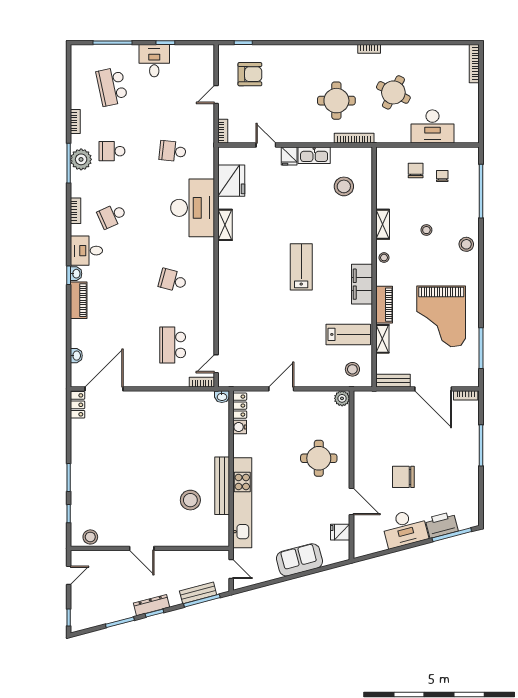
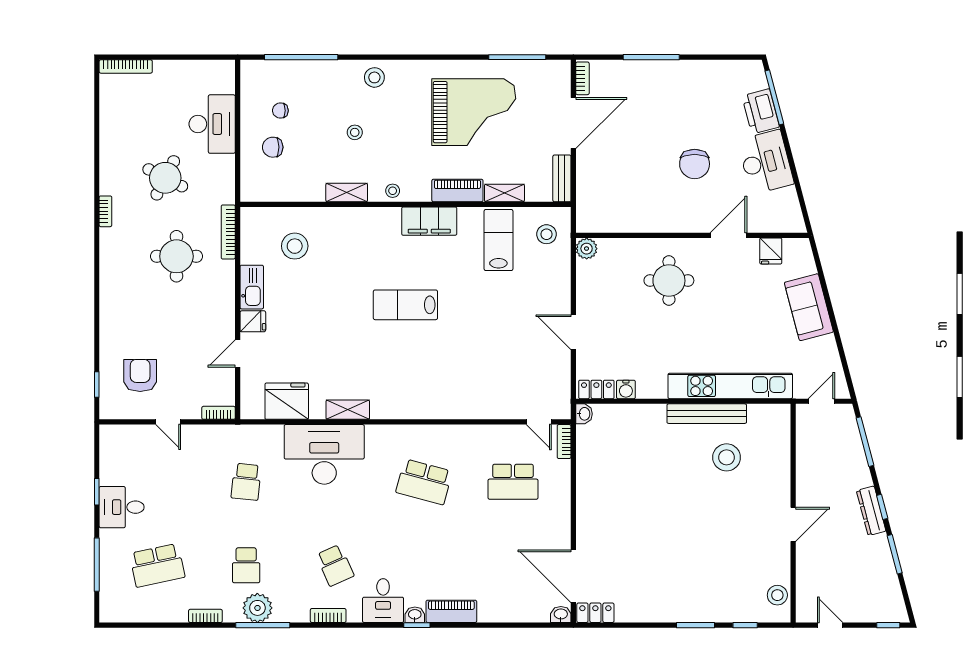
school desk: (173, 280) -> (424, 482), width x1.85
washbasin: (76, 356) -> (561, 614), moved
bench: (198, 593) -> (854, 447), removed

